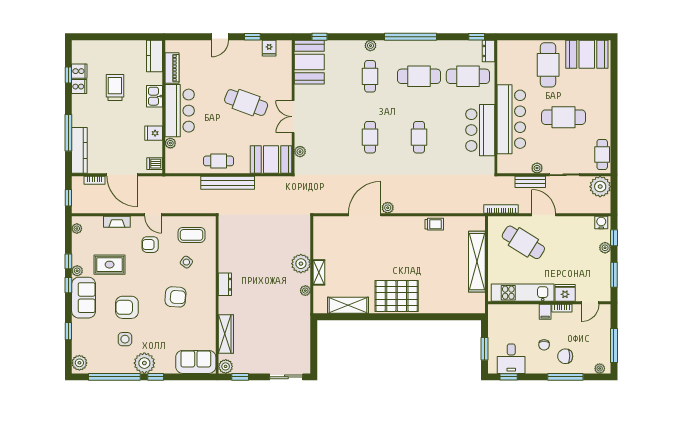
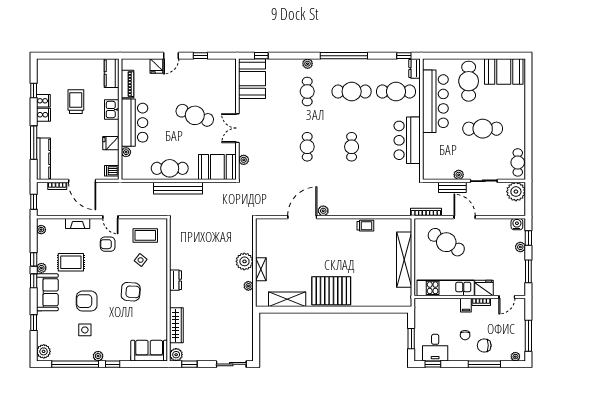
fridge: (269, 48) -> (156, 66), moved
cooker: (79, 71) -> (43, 115), moved
bar counter: (511, 119) -> (435, 101), moved
cafe table: (219, 161) -> (170, 168), width x1.37, depth x1.35
plant: (144, 363) -> (98, 356), width x0.53, depth x0.53

